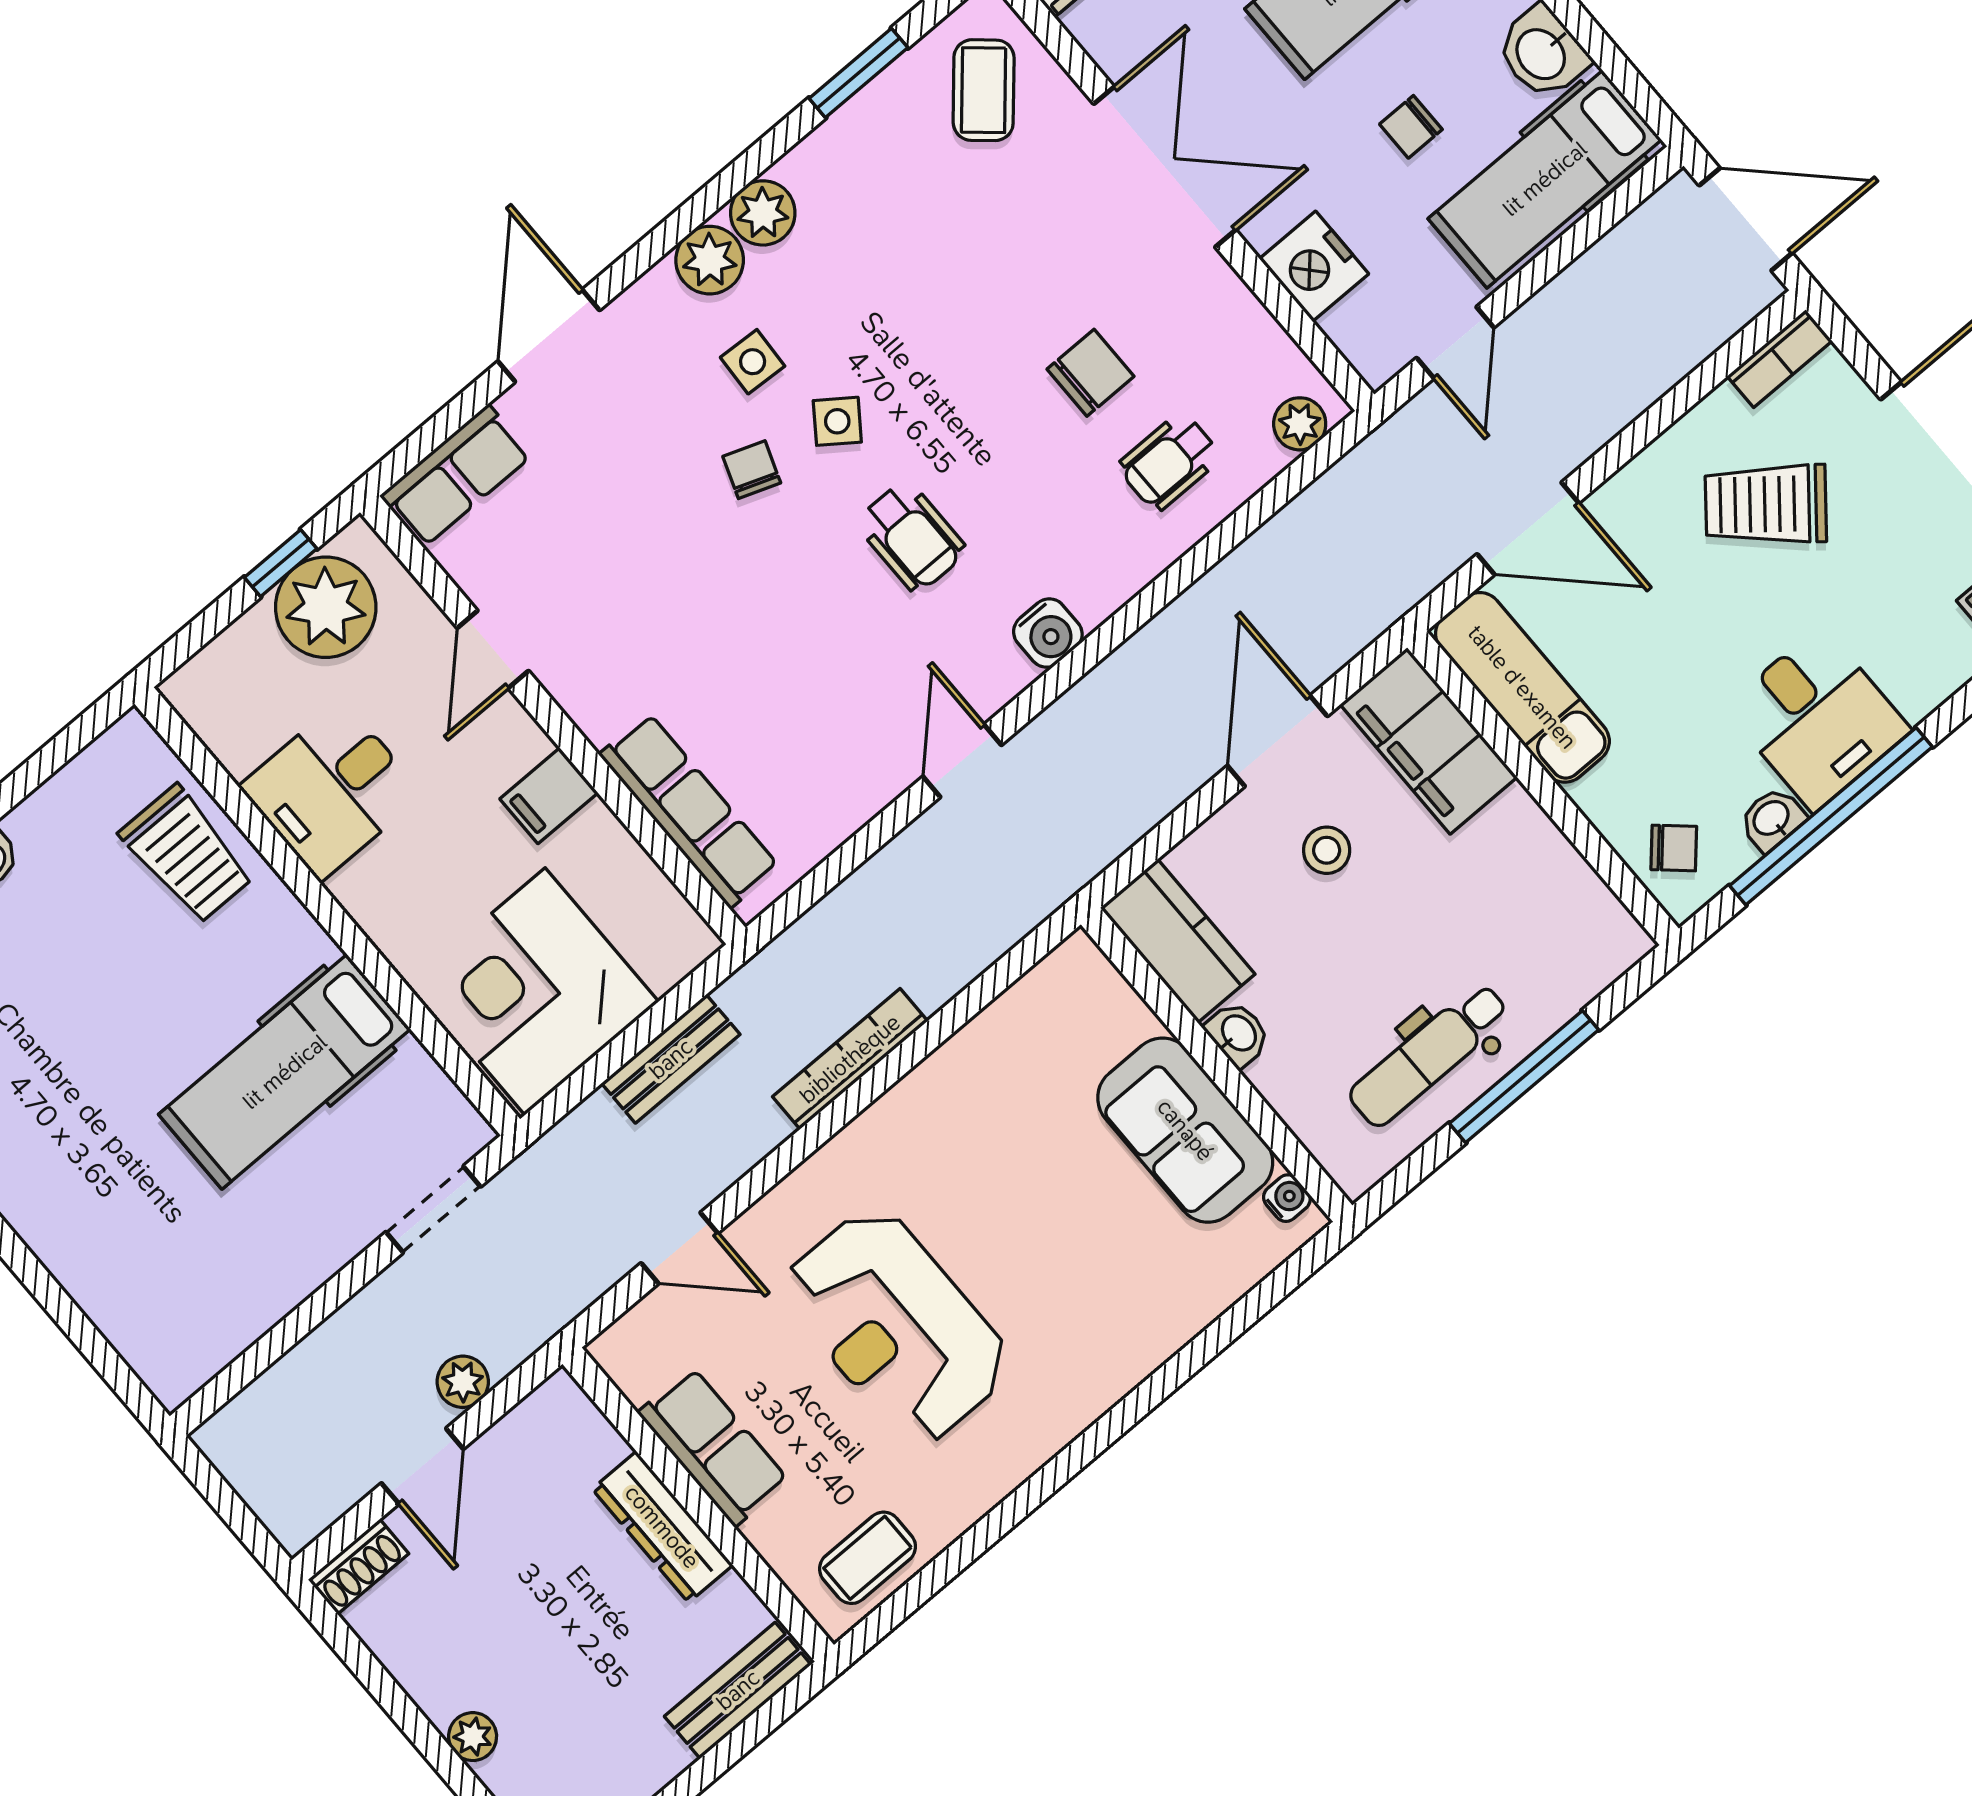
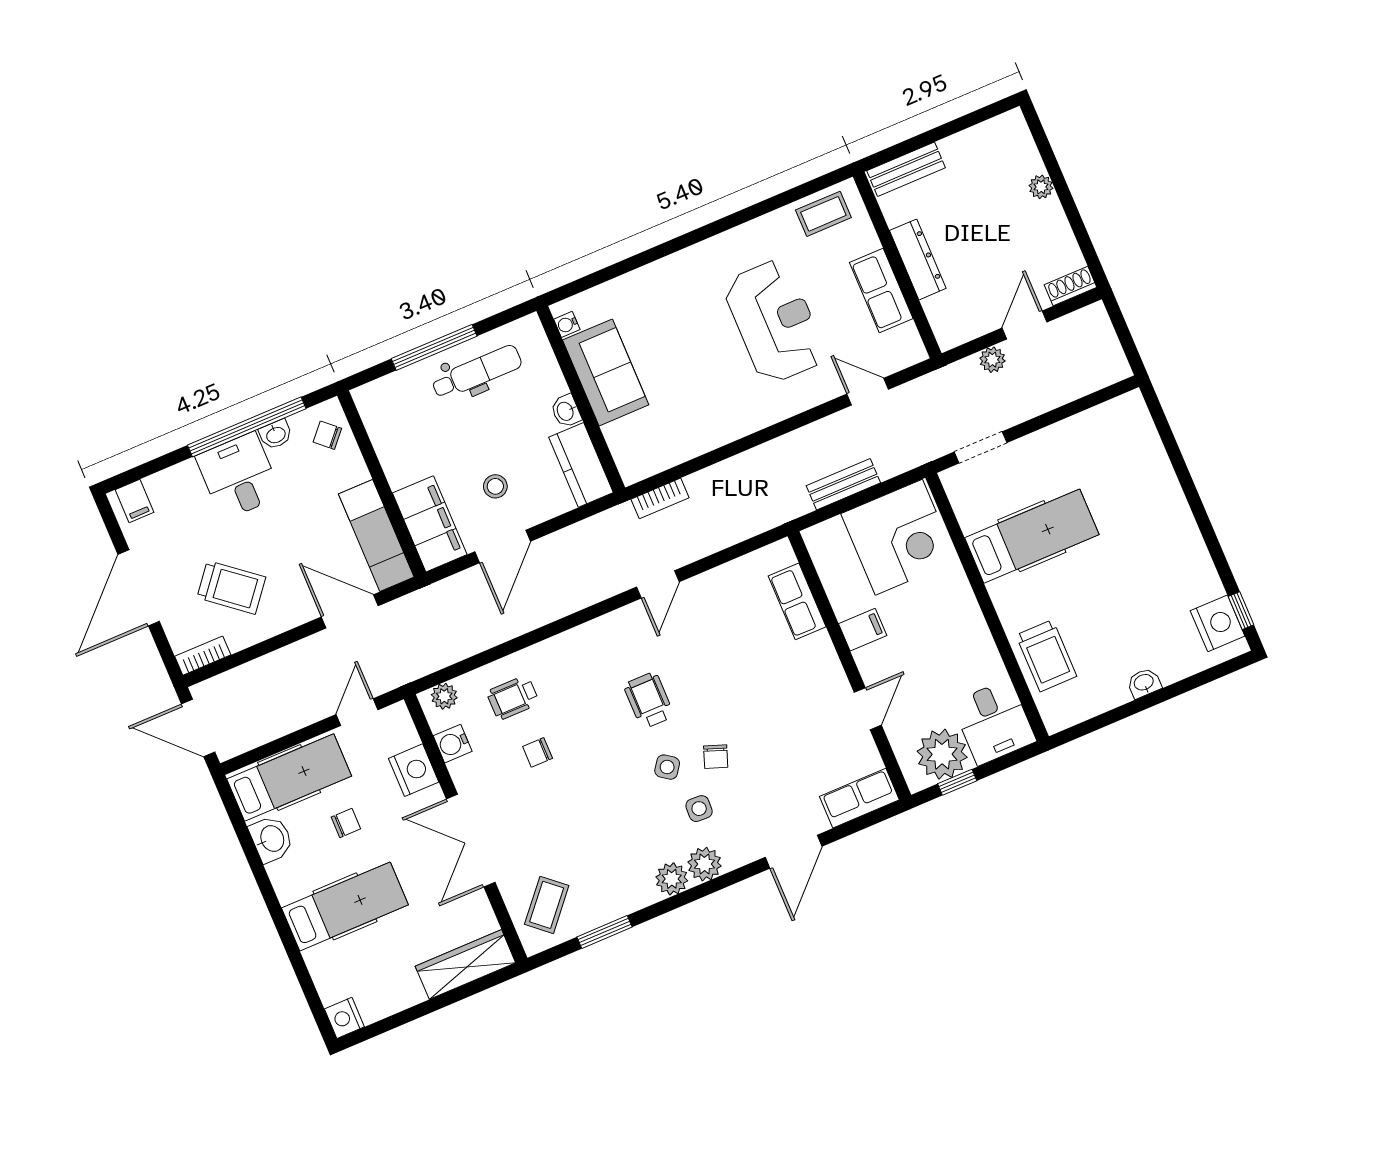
chair: (1091, 373) -> (538, 752), width x0.73, depth x0.73
wheelchair: (1169, 462) -> (513, 698), turned 180
water cooler: (1048, 633) -> (453, 744), moved, turned -90
desk: (331, 790) -> (994, 722), moved, turned 90
row of seats: (689, 810) -> (797, 601), width x0.68
trolley: (187, 854) -> (1046, 656), turned 180
bookcase: (850, 1059) -> (660, 498), moved, width x0.64

